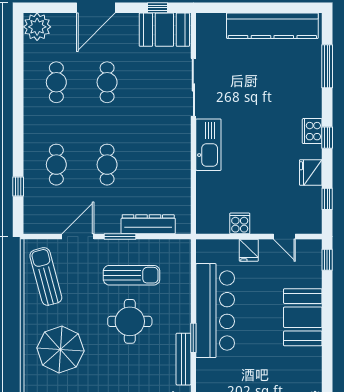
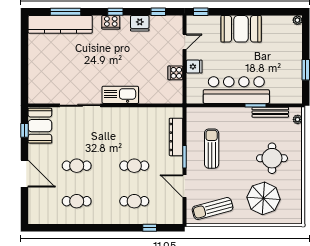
kitchen counter: (272, 26) -> (60, 24), moved, turned 90
plant: (37, 27) -> (38, 215), removed
round table: (130, 321) -> (272, 158), moved

